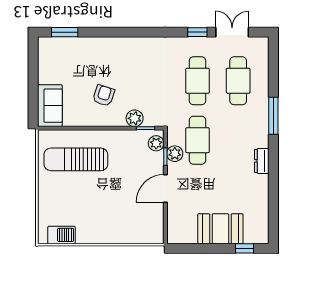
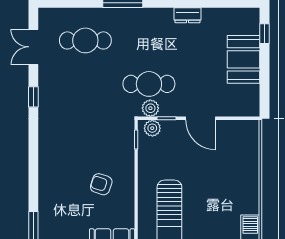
window: (197, 32) -> (33, 97), moved
cafe table: (197, 81) -> (85, 84), removed
plant: (135, 118) -> (126, 151), removed
plant: (175, 154) -> (150, 108), moved
dresser: (262, 161) -> (188, 15), moved

